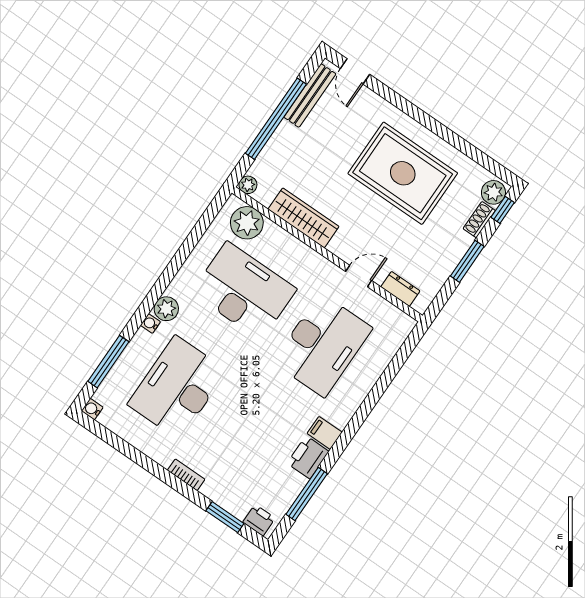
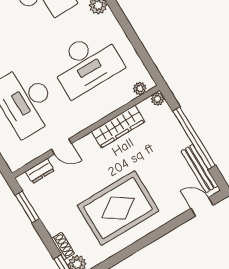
plant: (247, 223) -> (140, 88), width x0.53, depth x0.53
window: (467, 261) -> (27, 207), moved
door: (359, 276) -> (61, 146), hinge flipped

